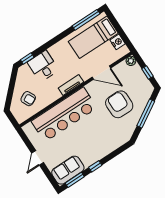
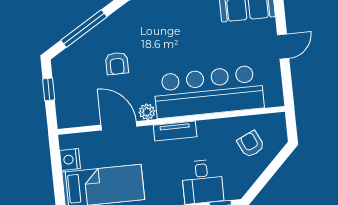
plant: (131, 61) -> (147, 112), moved
armchair: (119, 104) -> (117, 63), width x0.53, depth x0.53

